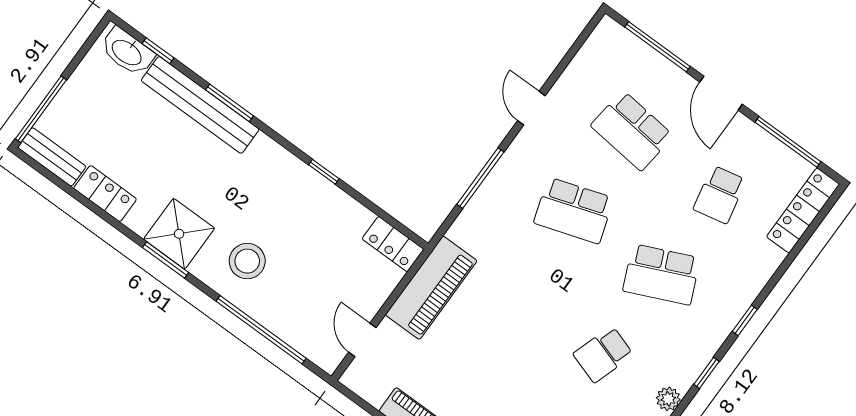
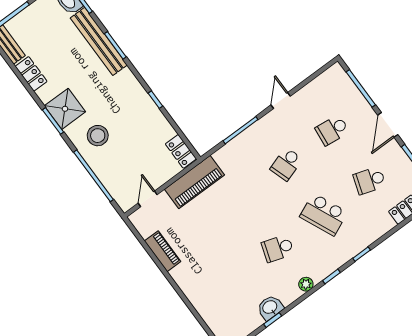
school desk: (632, 131) -> (332, 130), width x0.54
school desk: (720, 195) -> (369, 180), turned 30
school desk: (574, 210) -> (286, 164), width x0.54

